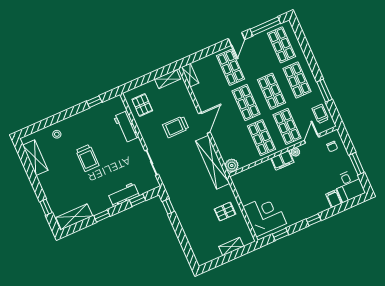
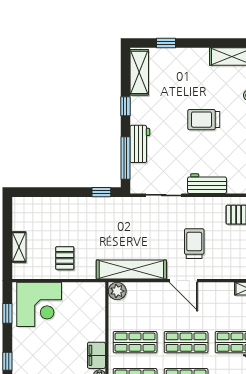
workbench: (126, 127) -> (207, 184), moved
window: (138, 200) -> (125, 158), width x2.17

